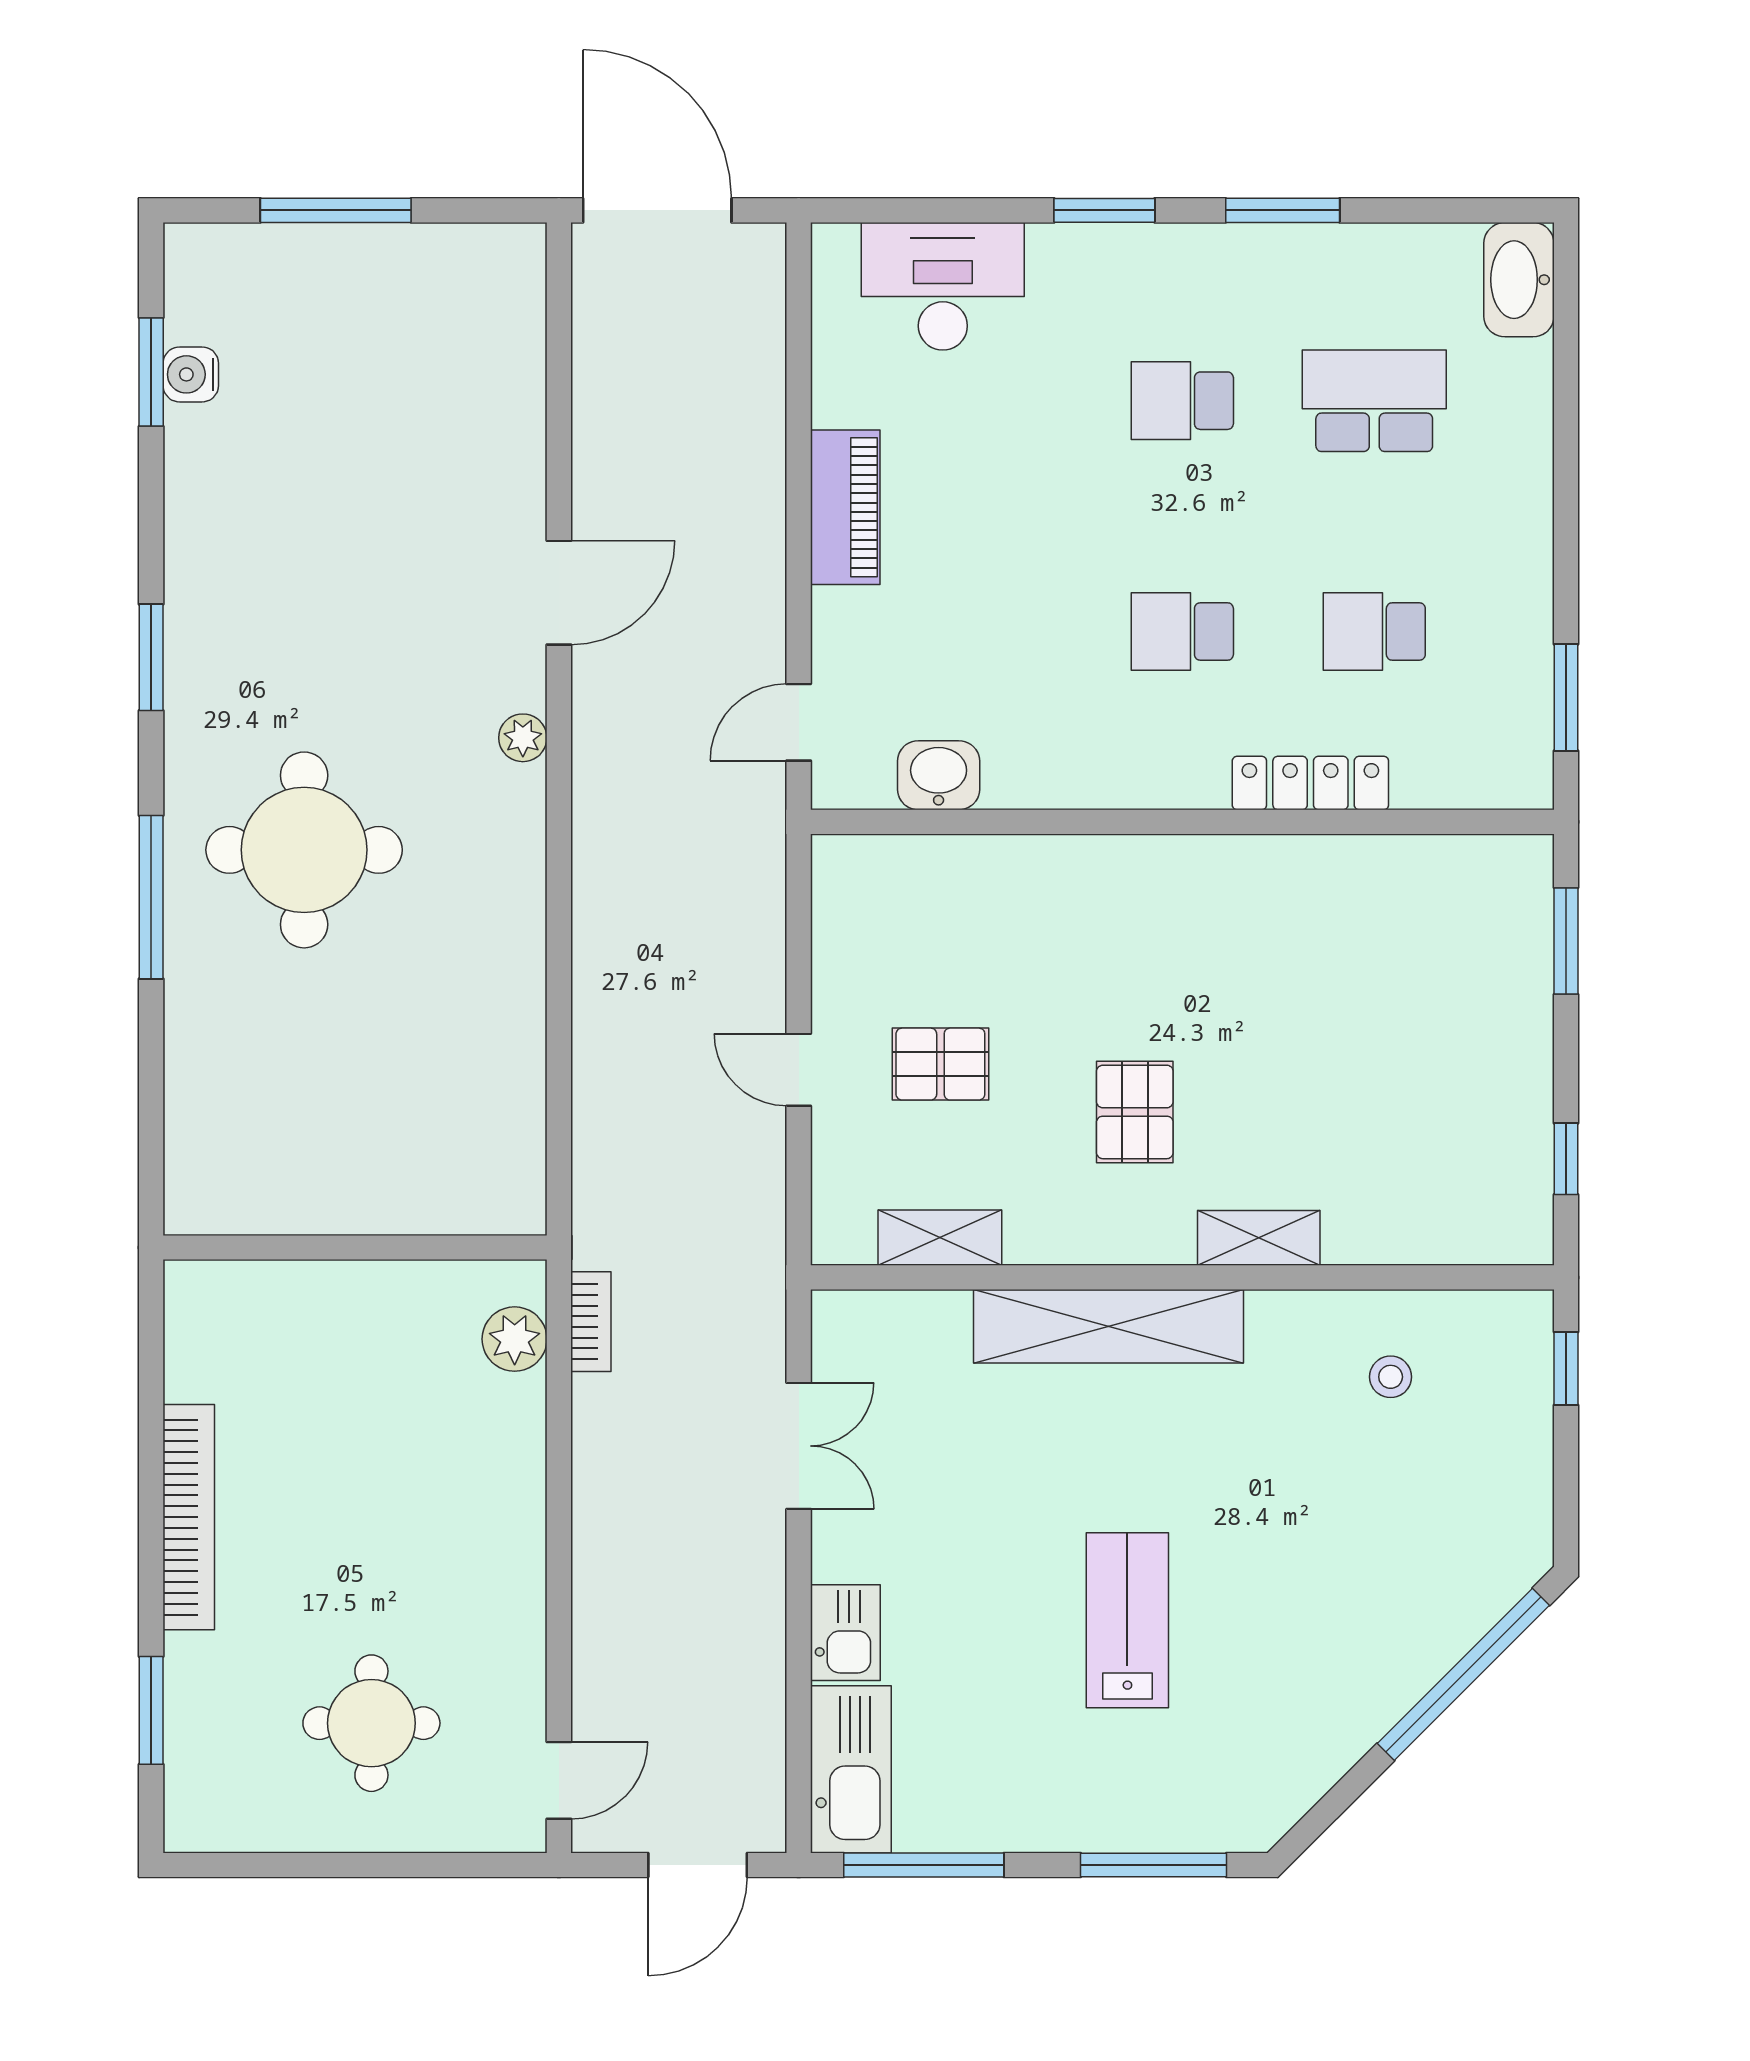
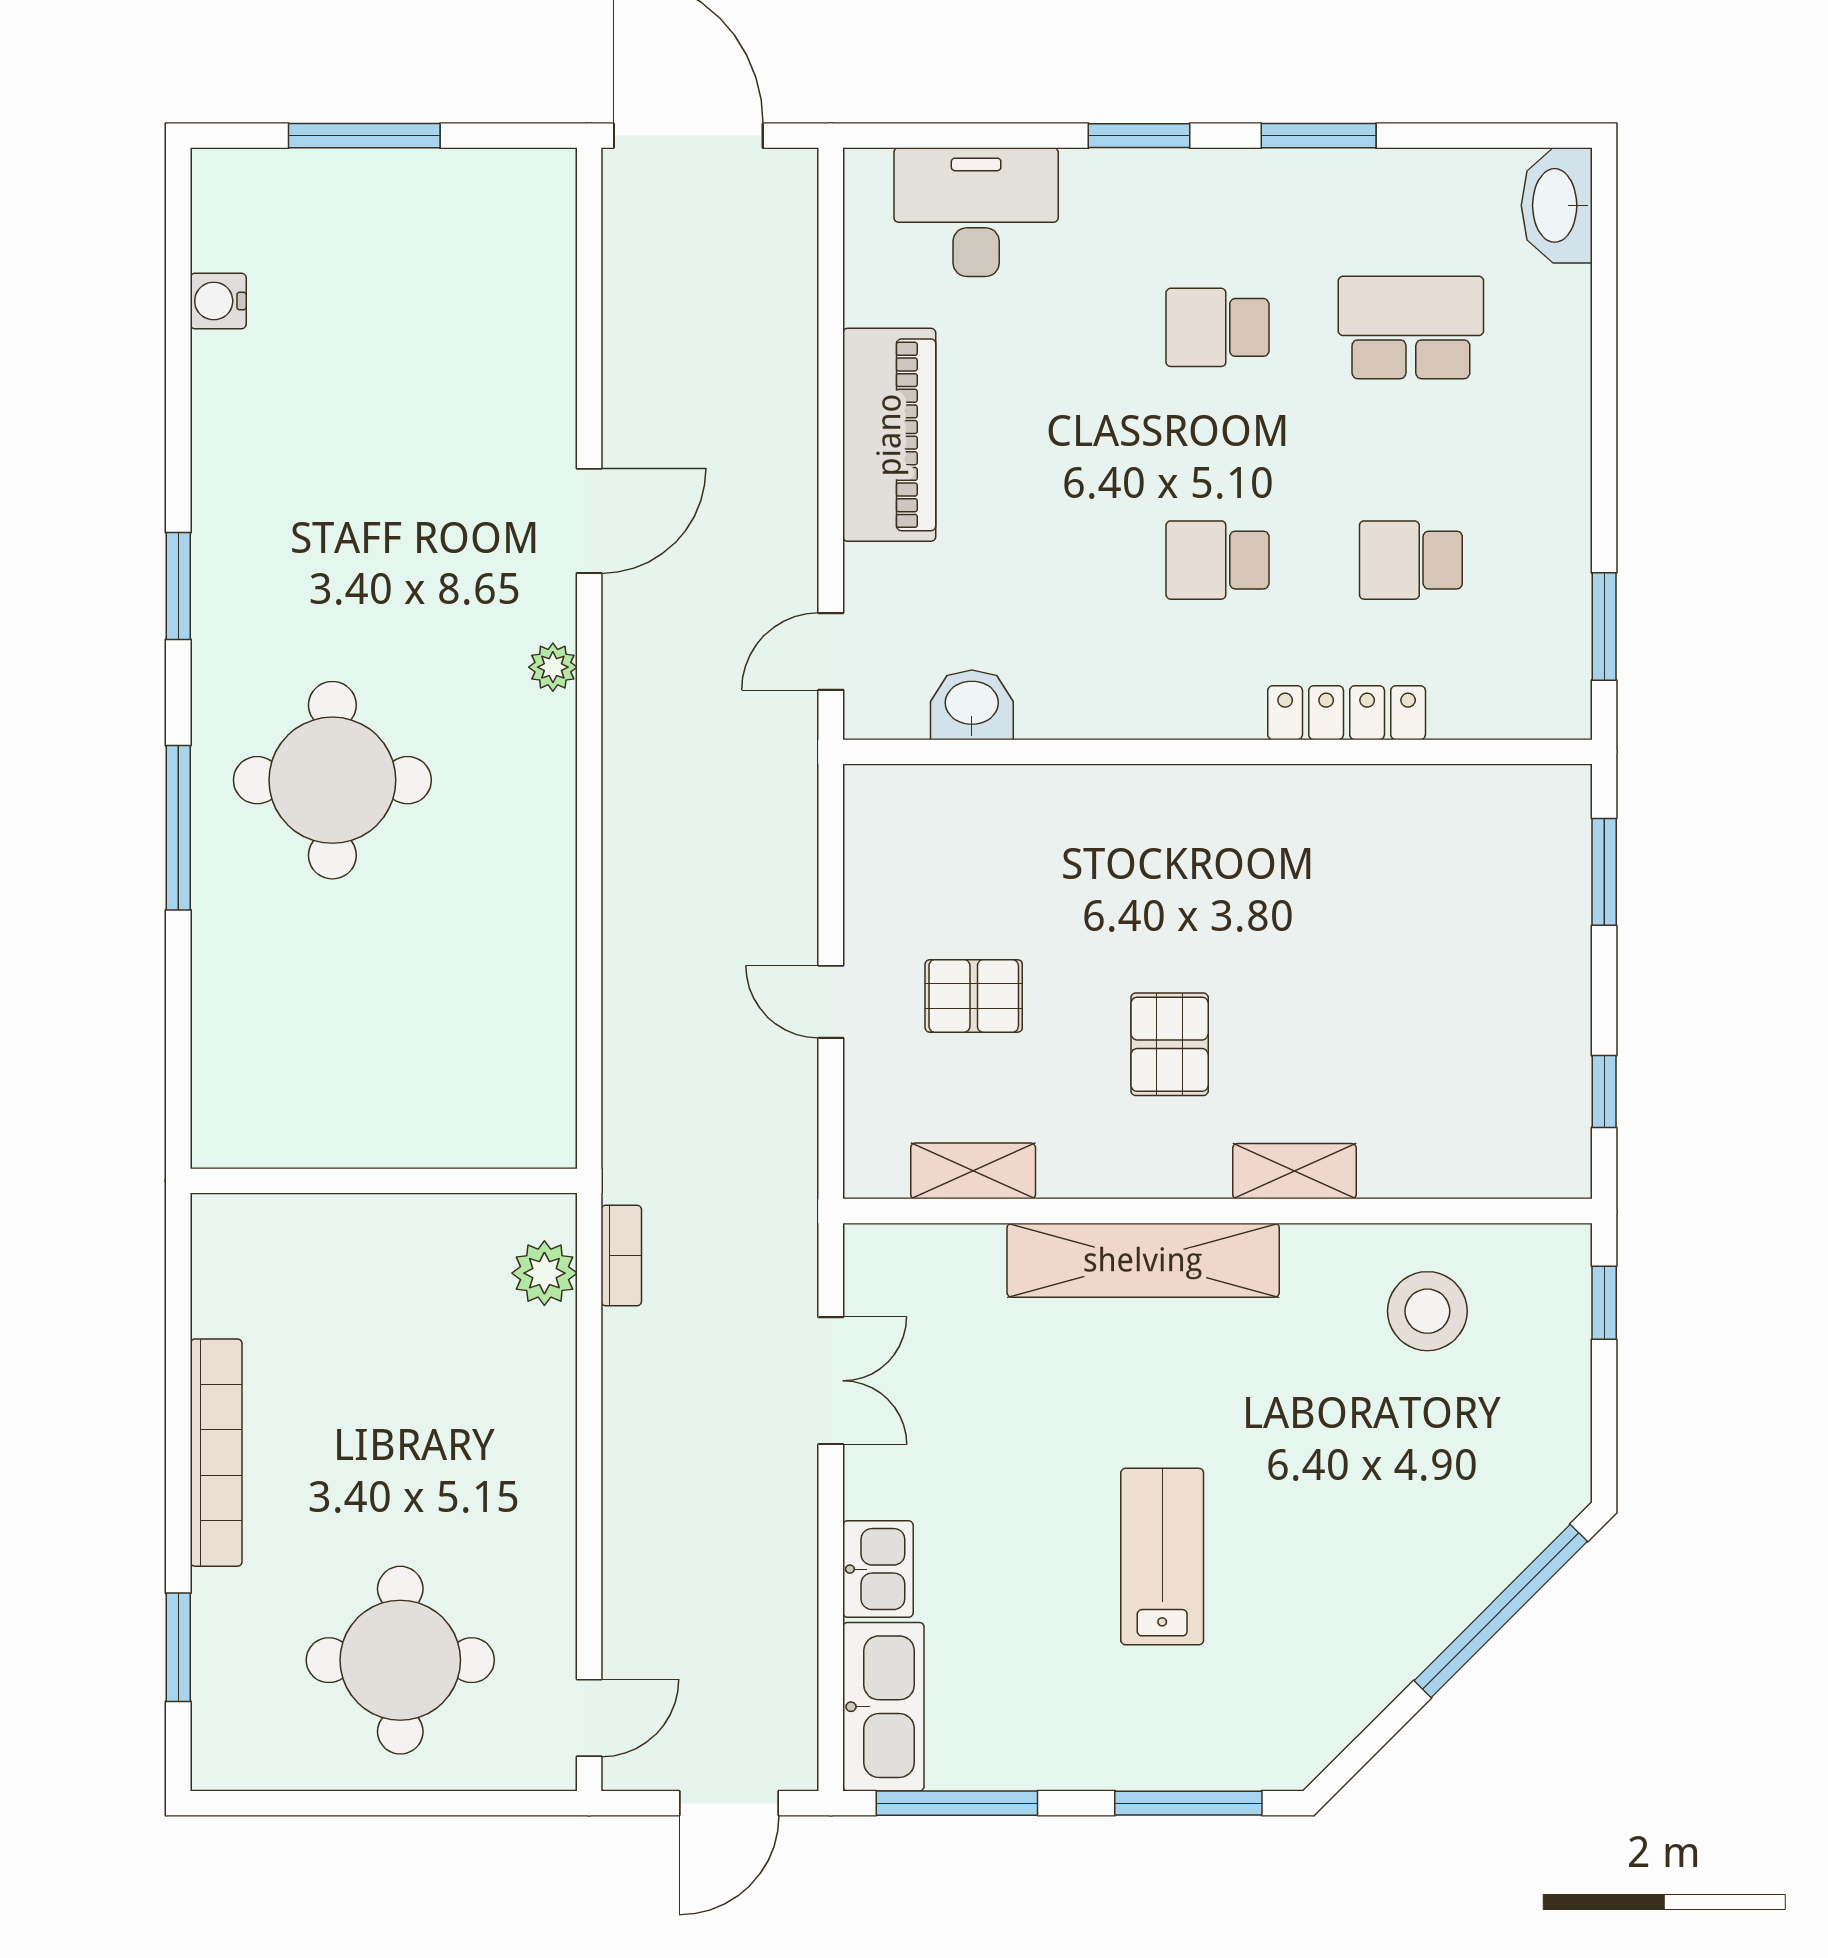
window: (151, 372) -> (178, 299), removed
piano: (845, 507) -> (889, 435), width x1.37, depth x1.33
stool: (1391, 1377) -> (1427, 1311), width x1.89, depth x1.89
round table: (371, 1723) -> (400, 1660), width x1.36, depth x1.36

